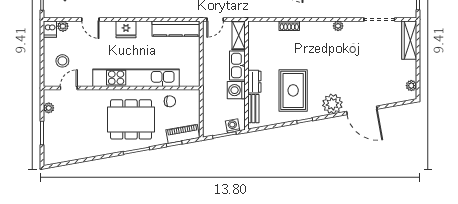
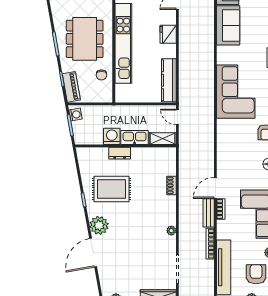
bench: (253, 109) -> (95, 152), removed
washing machine: (233, 126) -> (75, 115), moved

